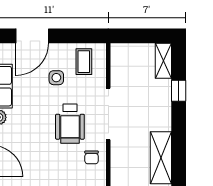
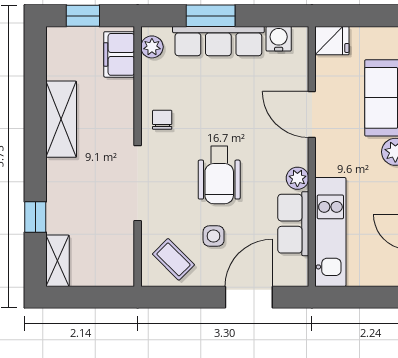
coffee table: (84, 62) -> (173, 259), turned -45
wheelchair: (70, 124) -> (219, 175), moved, turned 180

